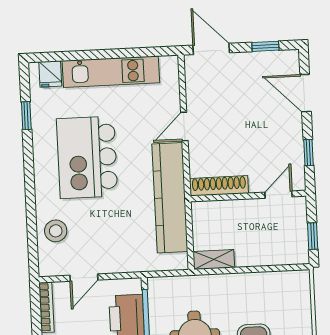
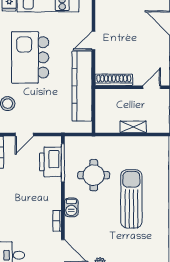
shelving: (214, 259) -> (133, 127), moved

